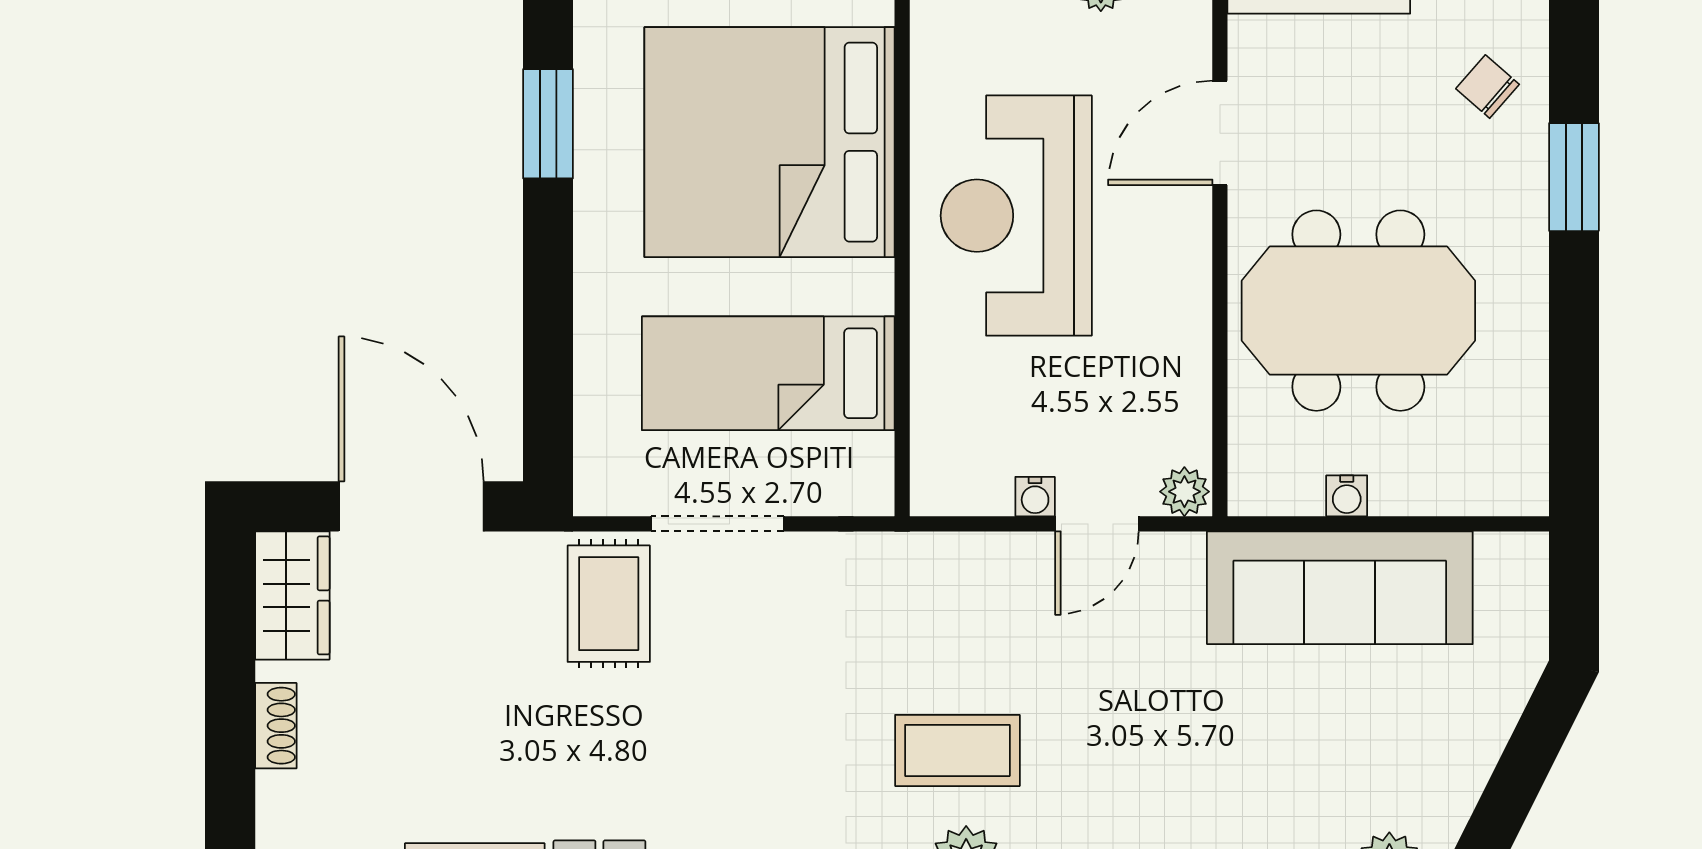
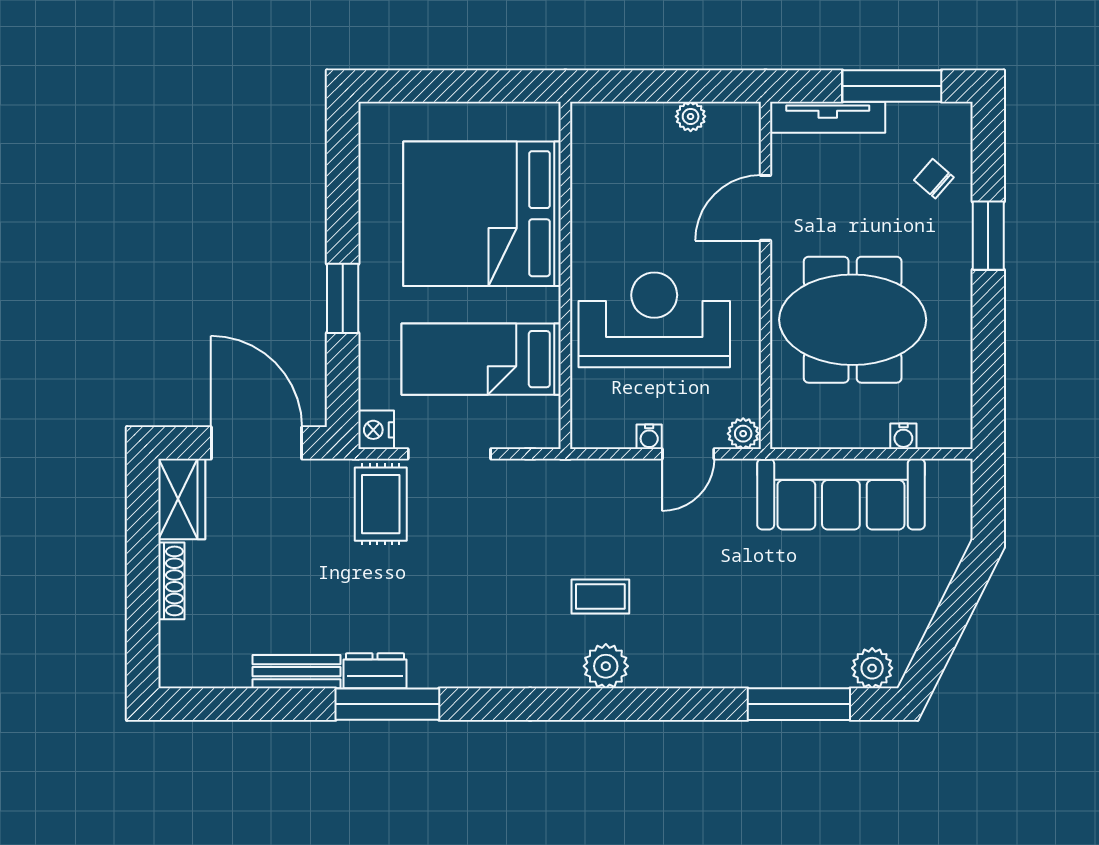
window: (548, 124) -> (343, 298), moved
reception desk: (1016, 216) -> (654, 320), moved, turned 90
nightstand: (601, 486) -> (376, 430), added
water cooler: (1347, 496) -> (903, 436), moved
shoe rack: (276, 726) -> (171, 581), width x1.43
coffee table: (957, 750) -> (600, 597), width x0.73, depth x0.77

